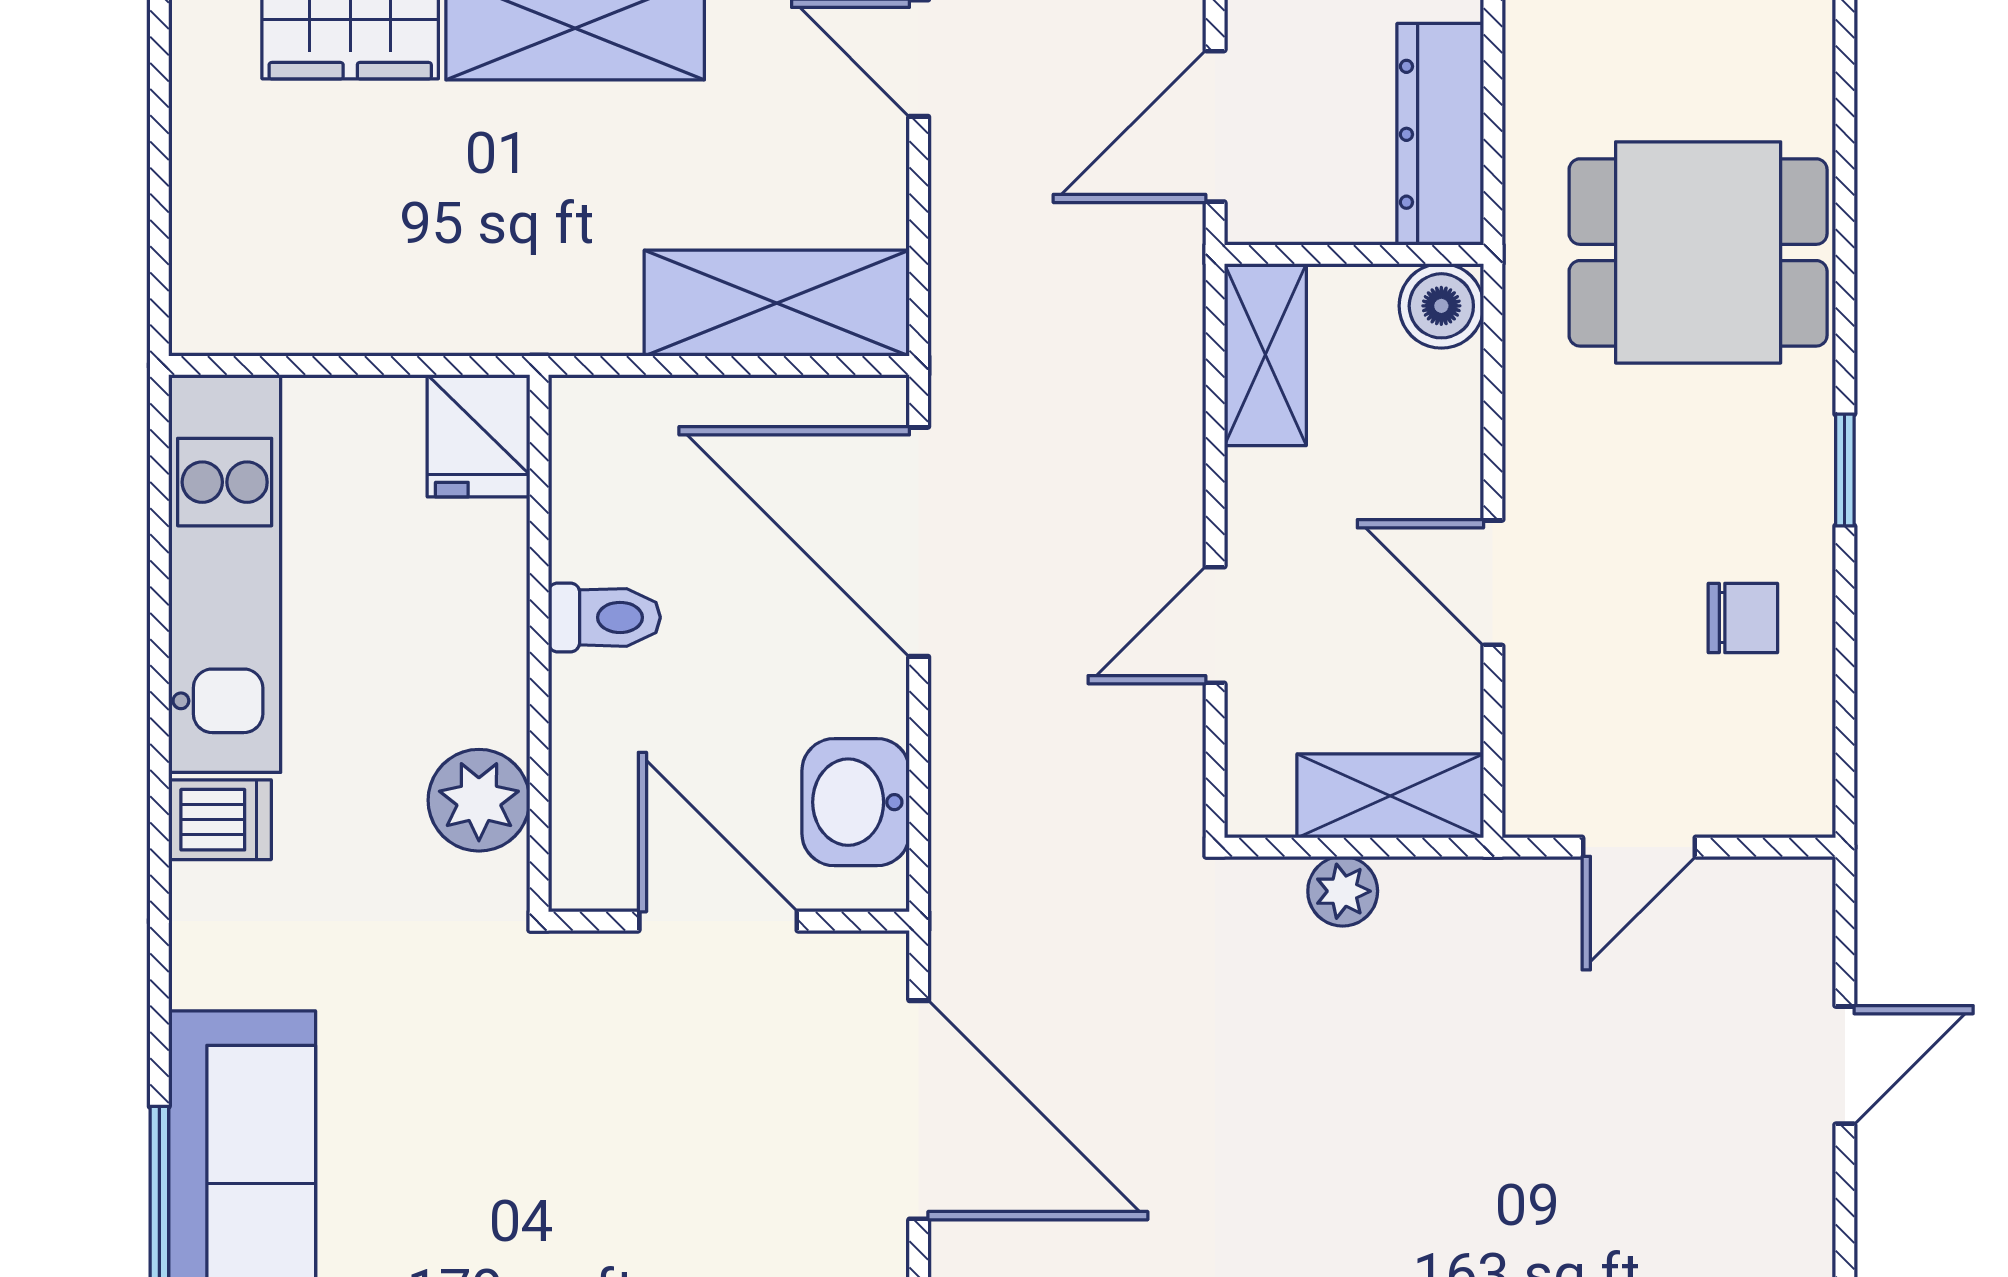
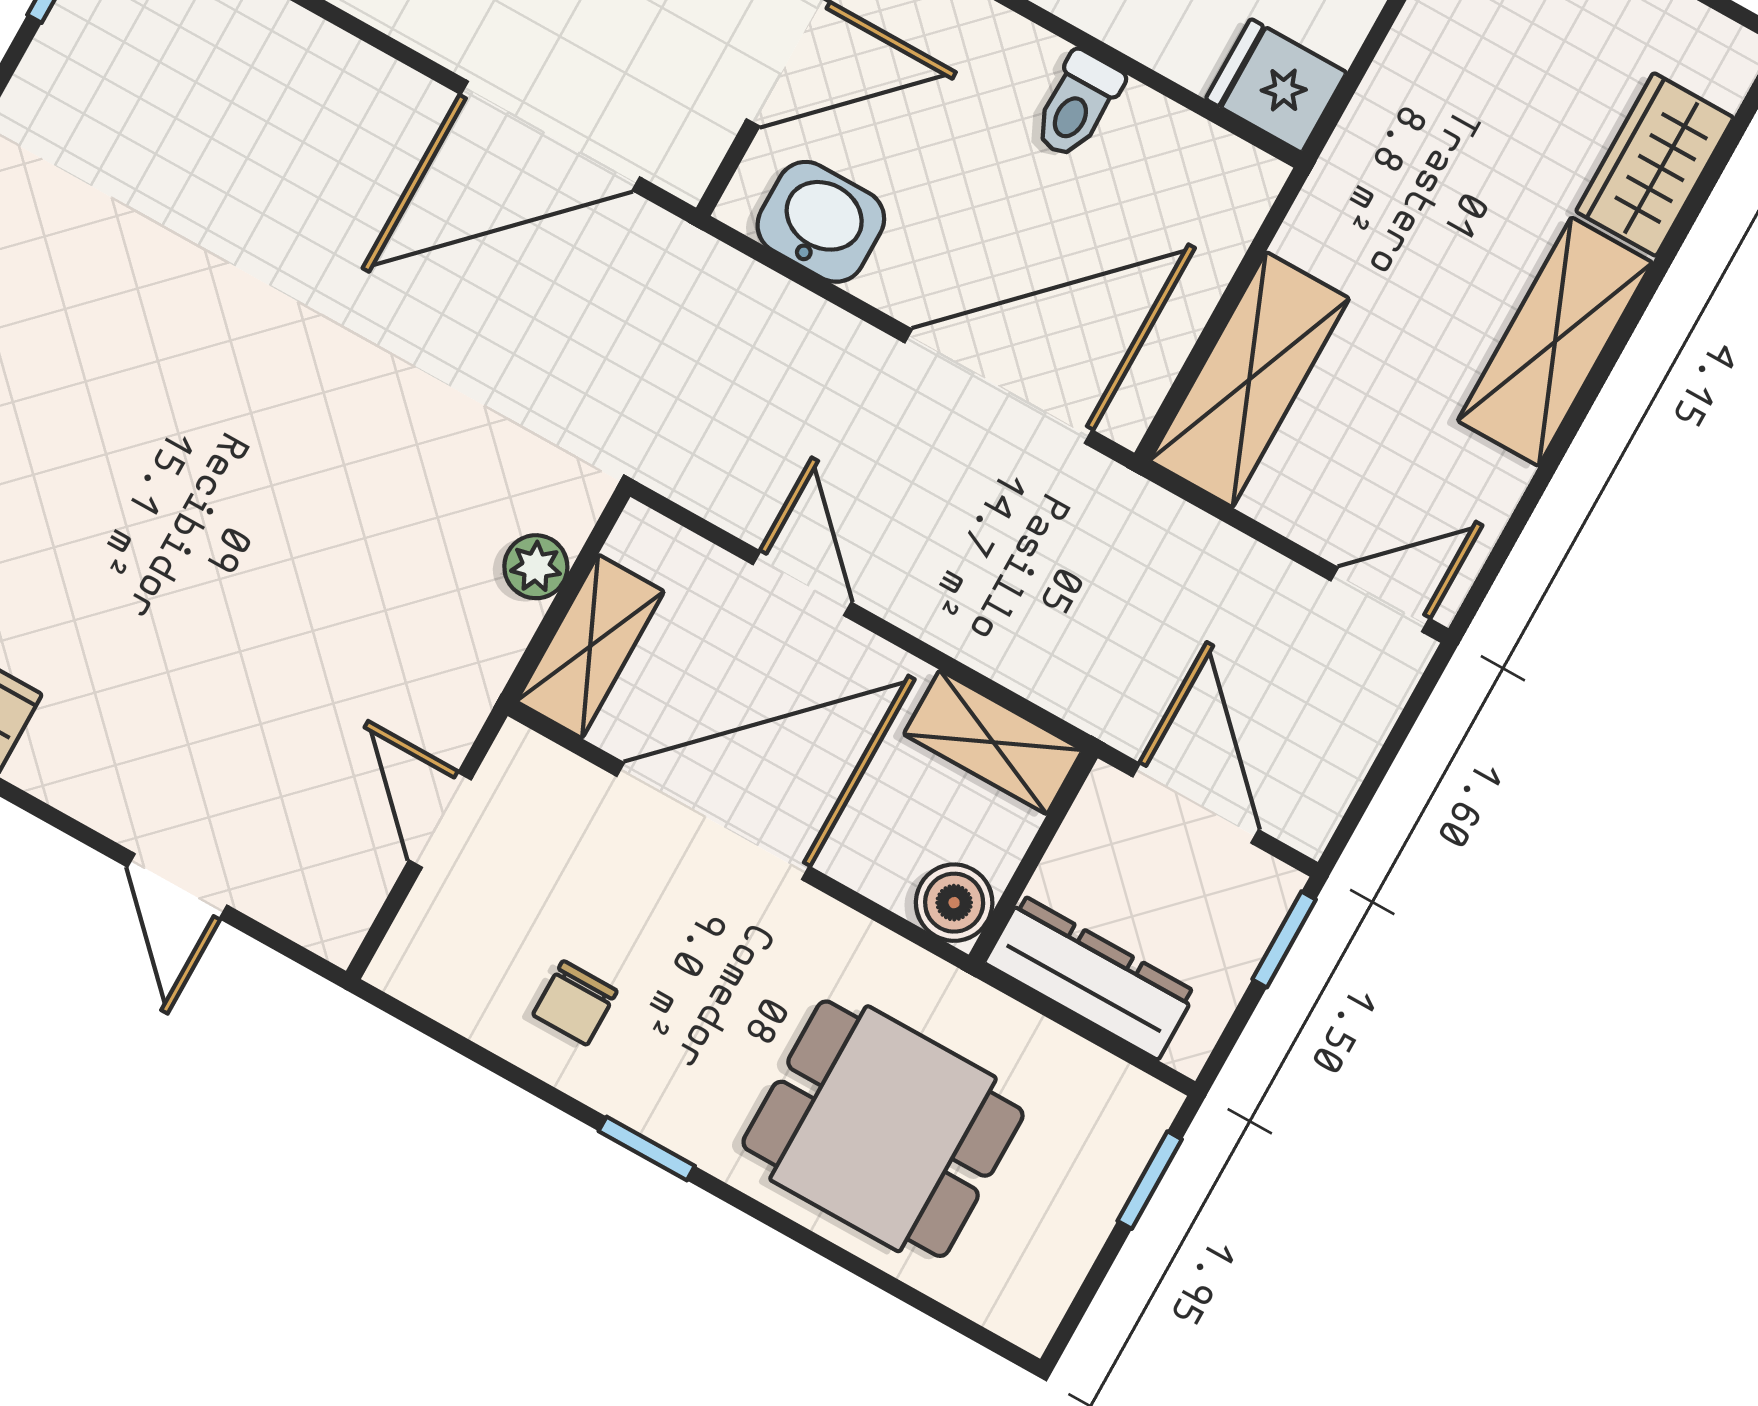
dining table: (1698, 252) -> (883, 1129), turned 90
door: (1493, 583) -> (713, 821), width x1.88

